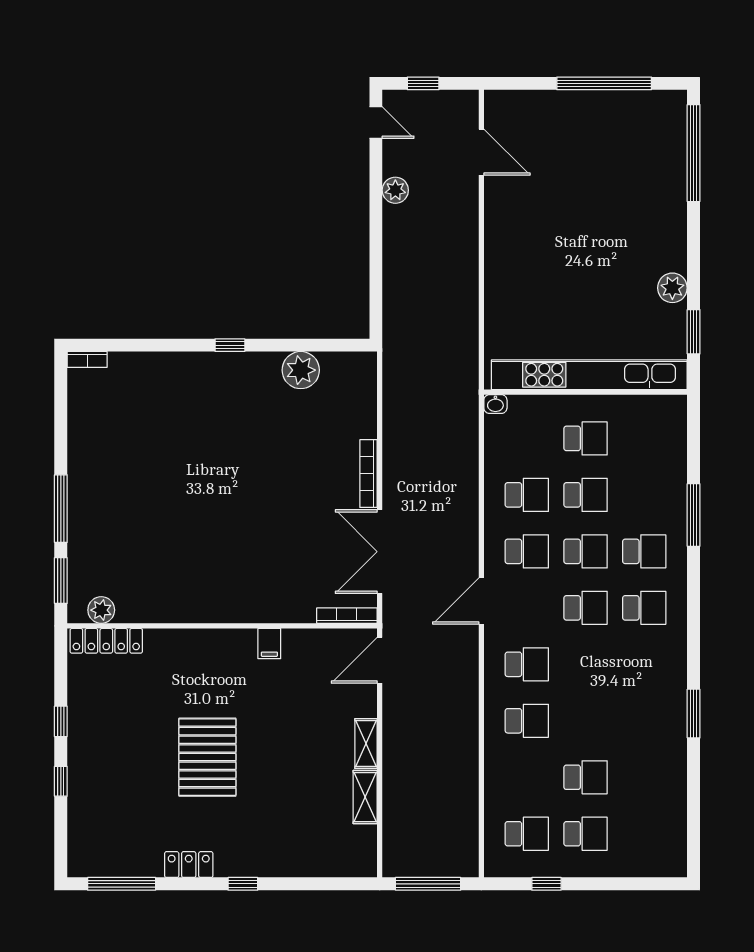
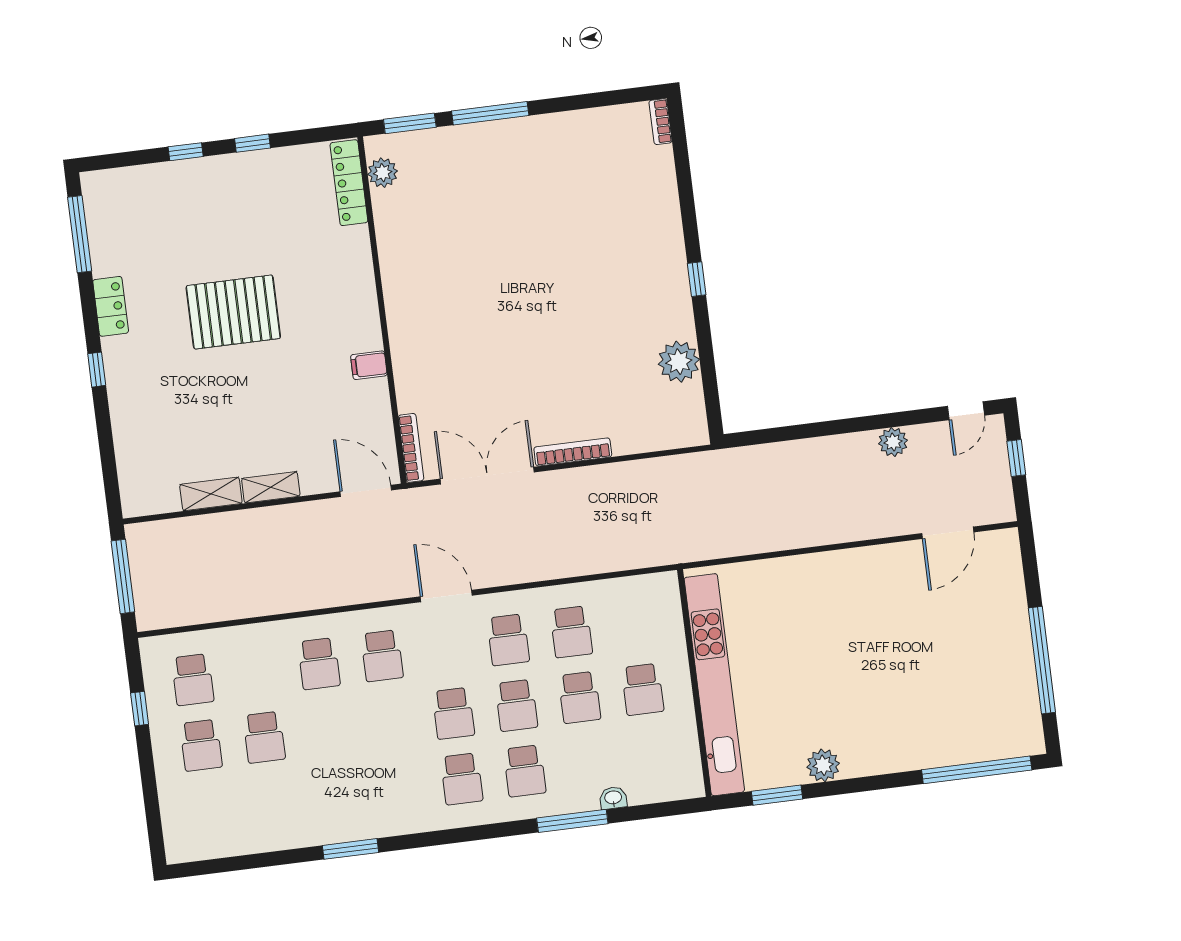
washbasin: (495, 404) -> (613, 798), moved, turned 90

